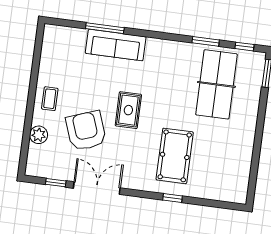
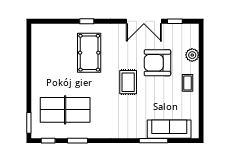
sofa: (116, 45) -> (169, 129), moved
table tennis table: (216, 84) -> (65, 110), turned 90
armchair: (86, 131) -> (157, 63), turned 110

